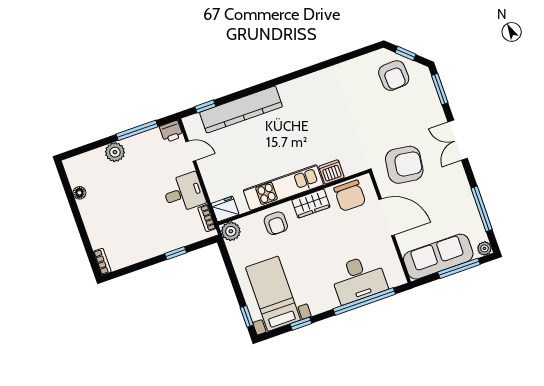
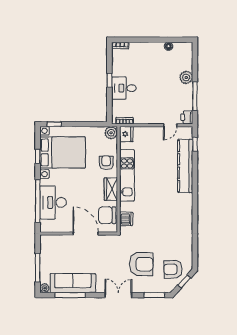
armchair: (404, 165) -> (141, 264), moved, turned -98
dishwasher: (331, 172) -> (126, 219), moved
desk: (184, 193) -> (124, 88), moved, turned 90
door: (386, 217) -> (86, 234), swing flipped
armchair: (276, 223) -> (106, 163), turned 90
window: (176, 253) -> (109, 80), moved
sofa: (438, 257) -> (73, 283), moved, turned -90
bed with nightstands: (273, 294) -> (63, 152), width x1.36

